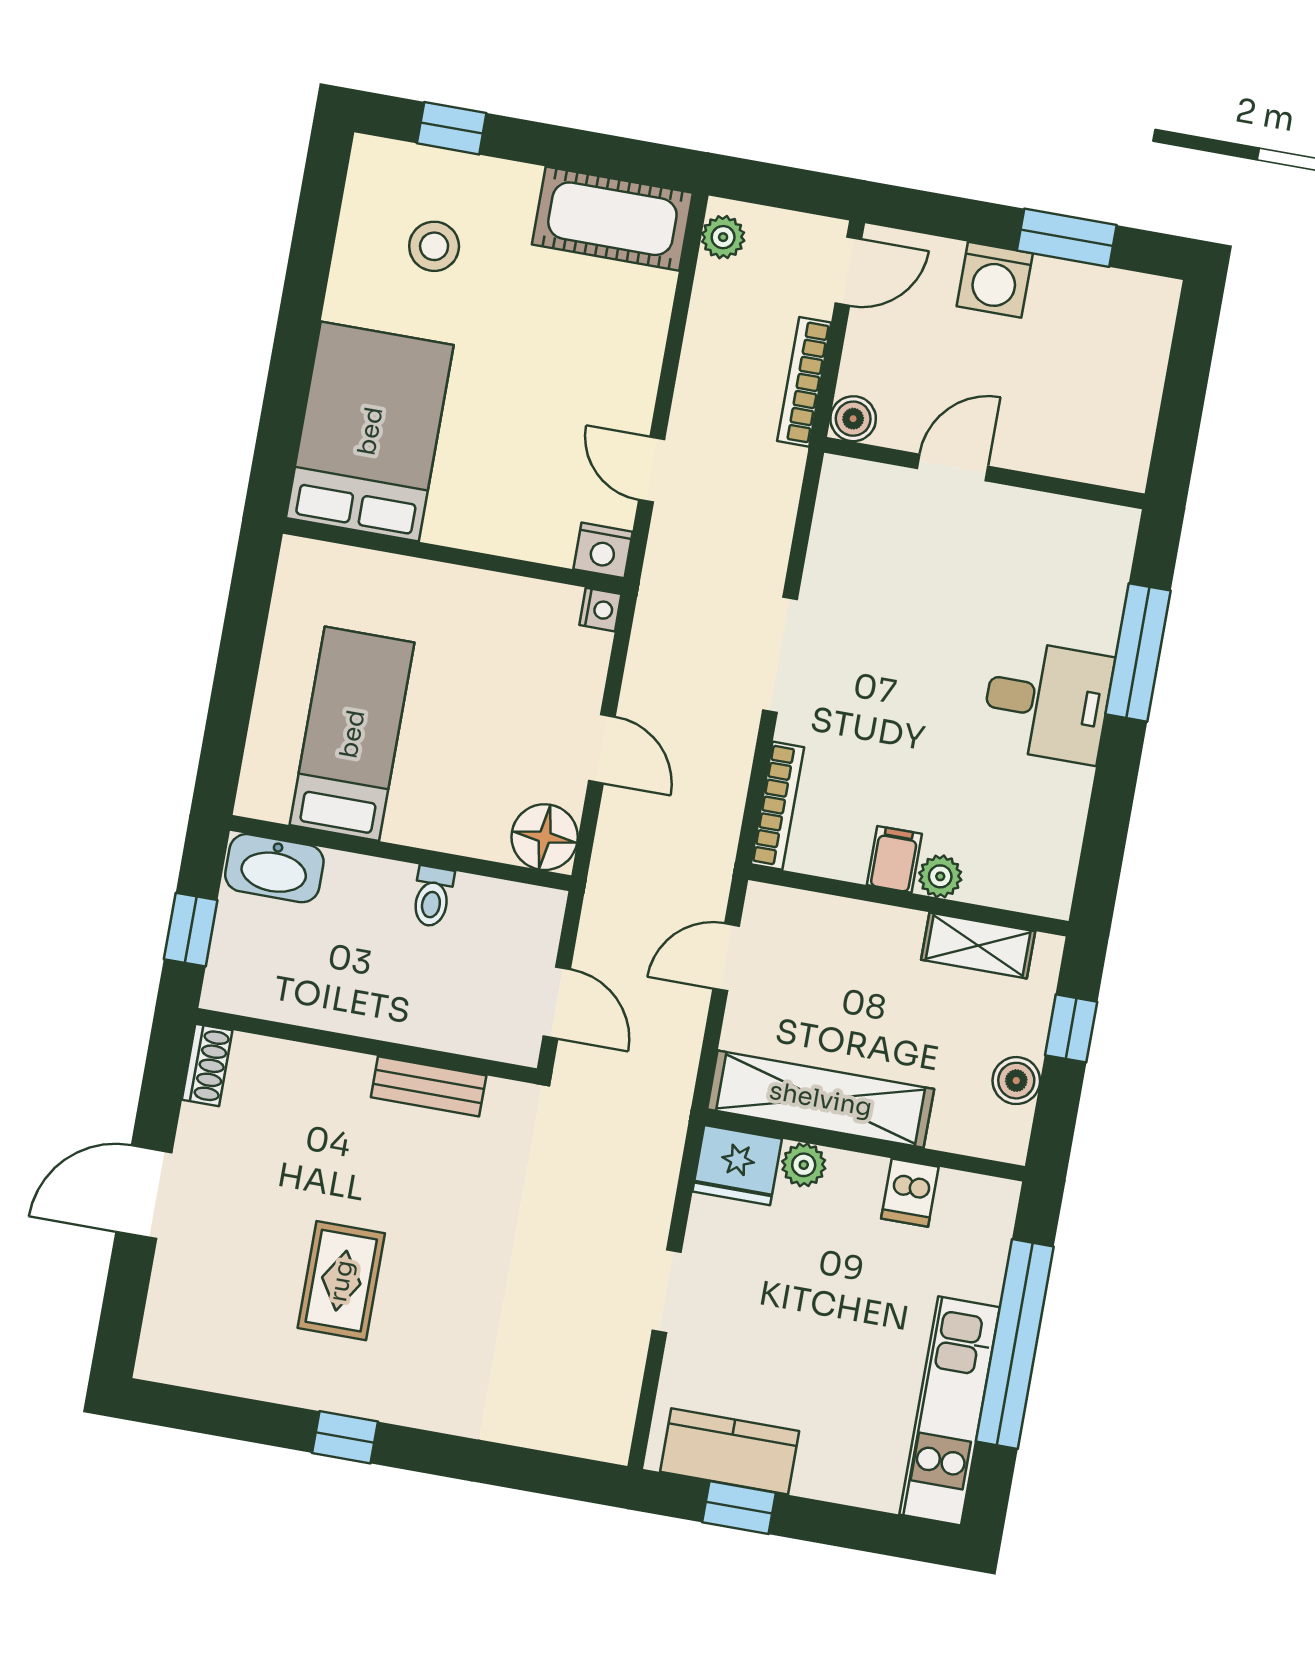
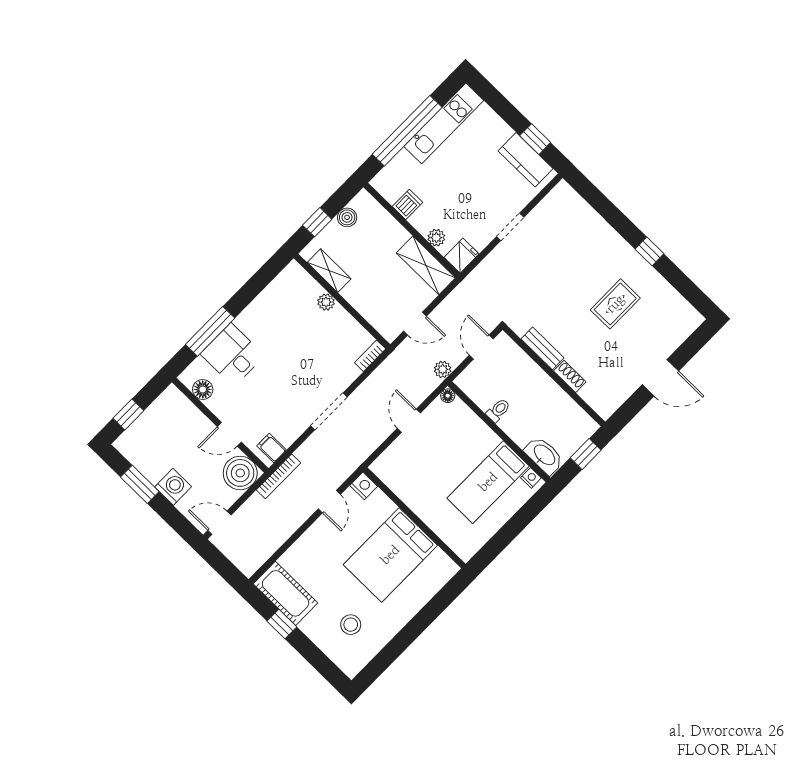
window: (452, 128) -> (282, 624), moved
plant: (723, 237) -> (443, 369), moved
window: (1189, 366) -> (128, 414), added
bookcase: (804, 382) -> (279, 476), moved
boiler: (853, 419) -> (240, 473), width x1.86, depth x1.86
bed: (370, 431) -> (390, 555), moved
floor lamp: (1071, 522) -> (203, 389), added
nightstand: (600, 610) -> (531, 478), moved, turned 90
desk: (1047, 701) -> (232, 355), moved
bookcase: (777, 806) -> (370, 356), width x0.64
floor lamp: (545, 837) -> (448, 396), width x0.53, depth x0.53
filing cabinet: (894, 859) -> (272, 448), moved, turned 90
shoe rack: (207, 1065) -> (570, 376), moved, turned 90
shelving: (821, 1099) -> (426, 265), width x0.68
fridge: (737, 1165) -> (462, 256), width x0.72

